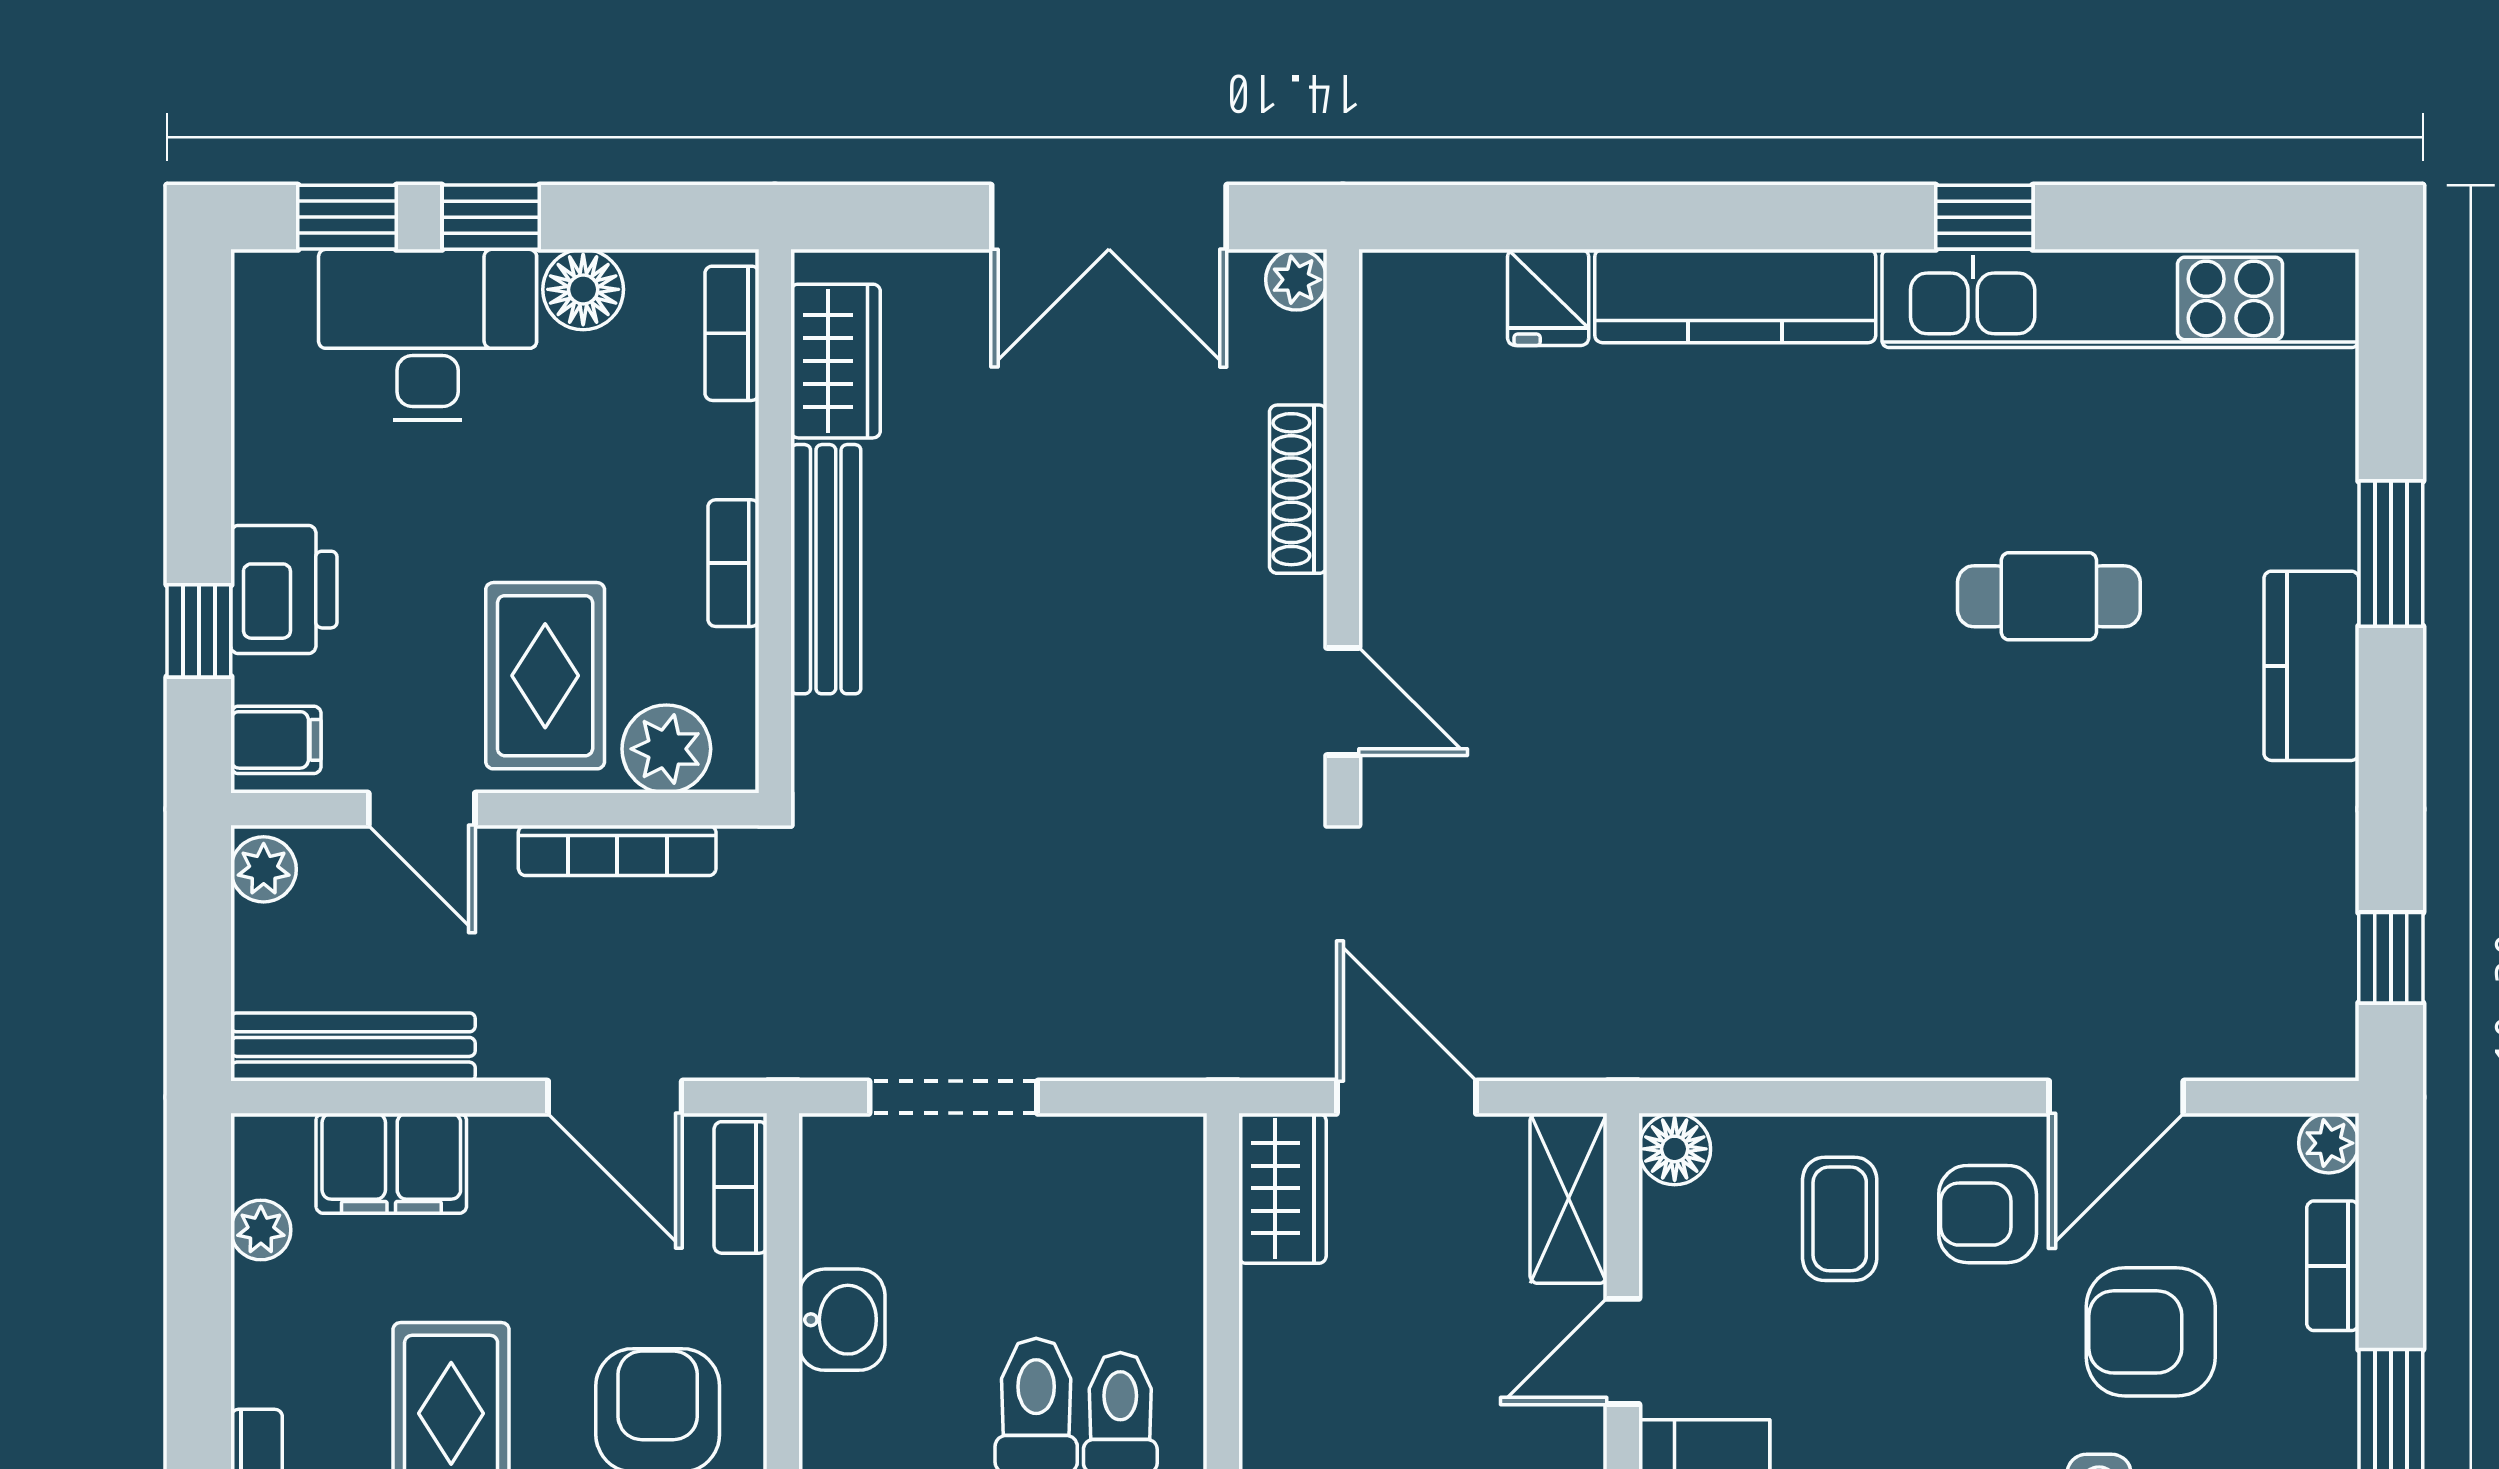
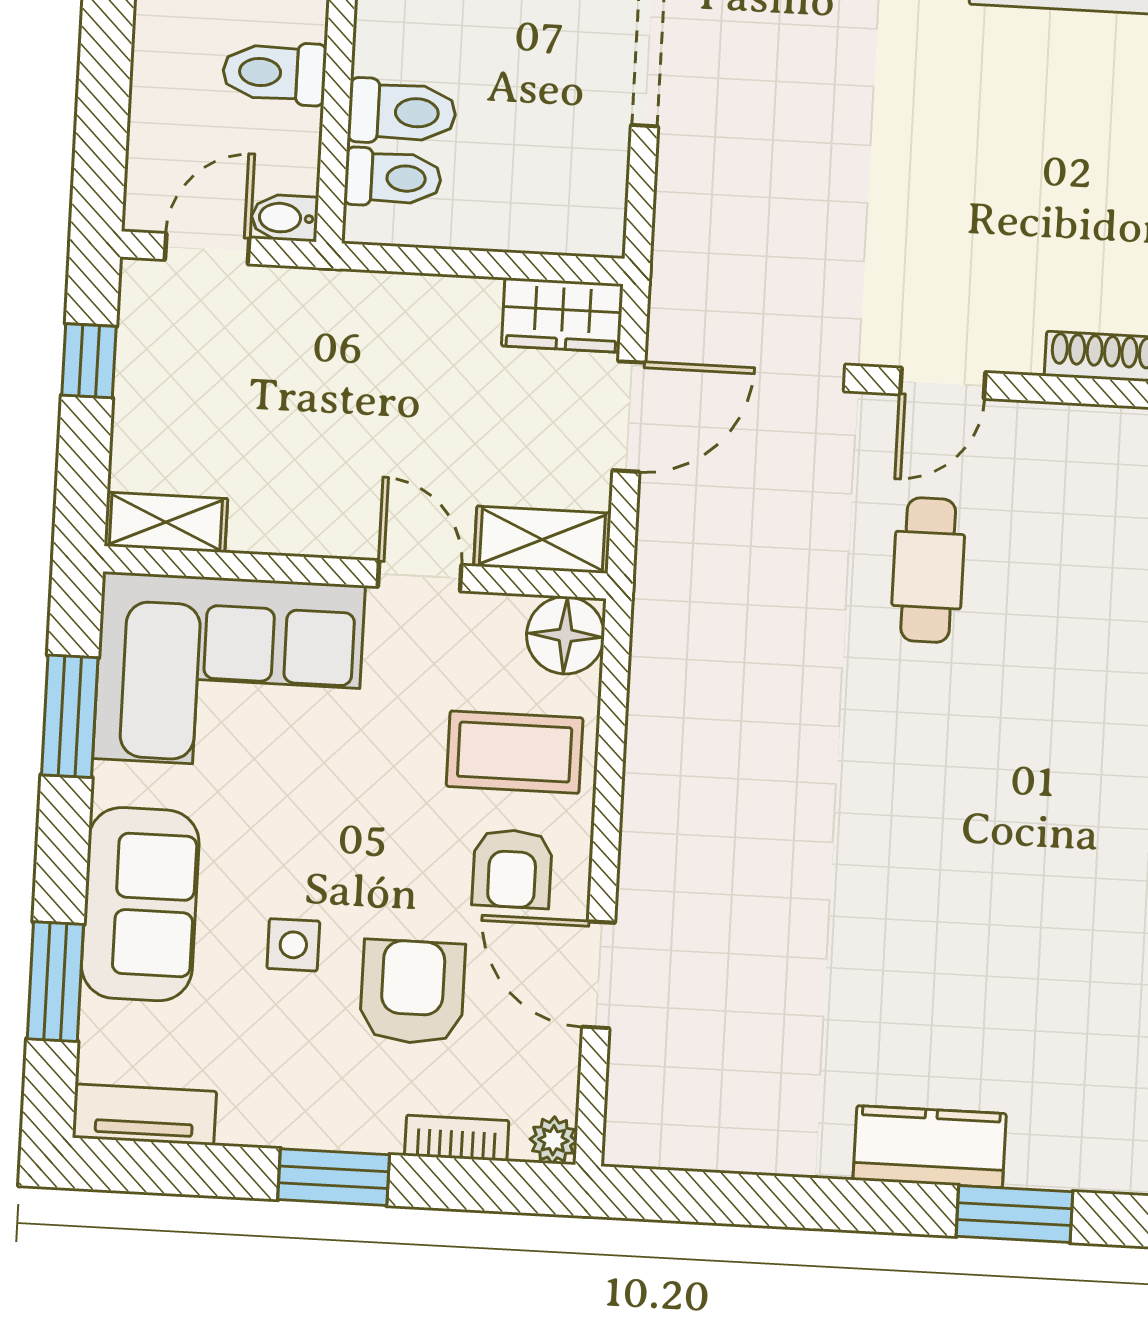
cafe table: (2049, 596) -> (928, 570), moved
window: (2391, 958) -> (697, 1197), removed
floor lamp: (1675, 1149) -> (565, 635), width x1.38, depth x1.38
armchair: (1988, 1214) -> (512, 869), turned 180
coffee table: (1840, 1219) -> (515, 752), width x1.36, depth x1.30

